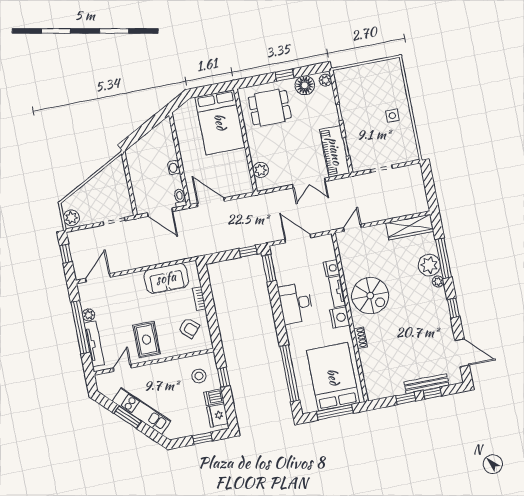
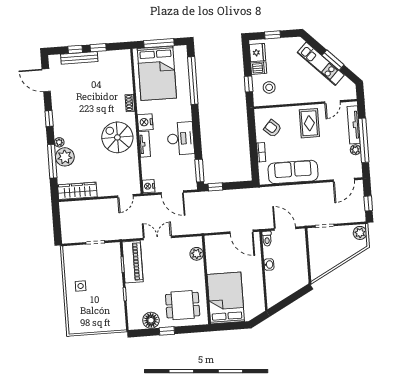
plant: (325, 80) -> (133, 323), removed
nightstand: (332, 268) -> (149, 186), moved
sofa: (166, 278) -> (293, 172), width x1.36

